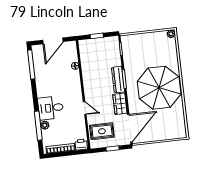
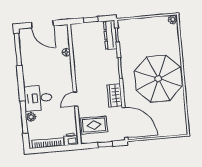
door: (53, 41) -> (42, 24), hinge flipped
dresser: (118, 80) -> (110, 35), moved
door: (85, 108) -> (76, 99), swing flipped
door: (130, 128) -> (125, 123), hinge flipped

